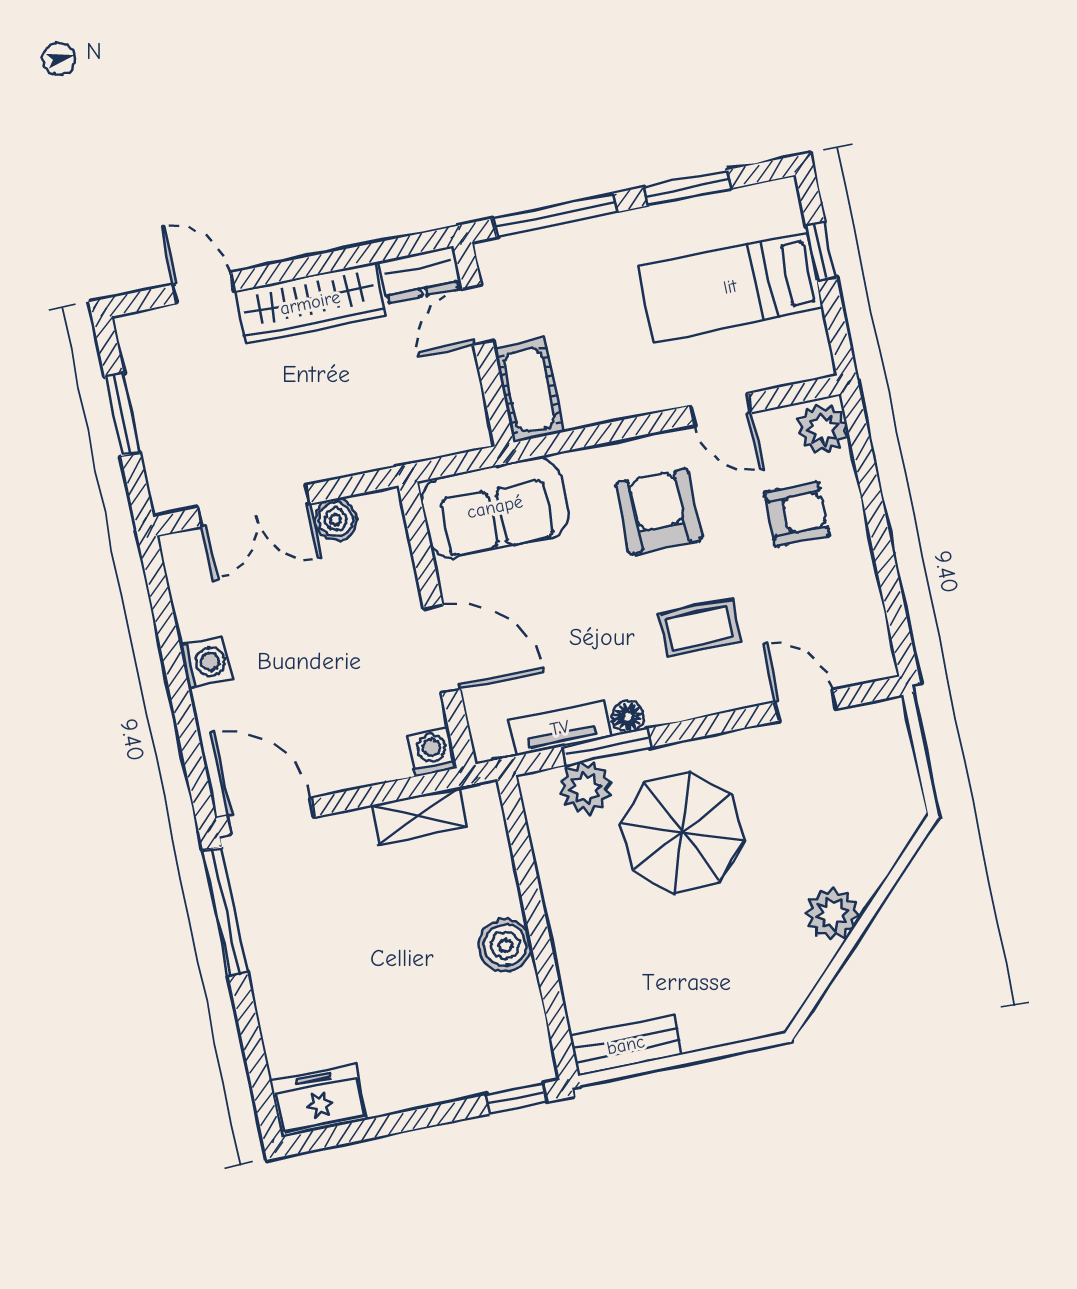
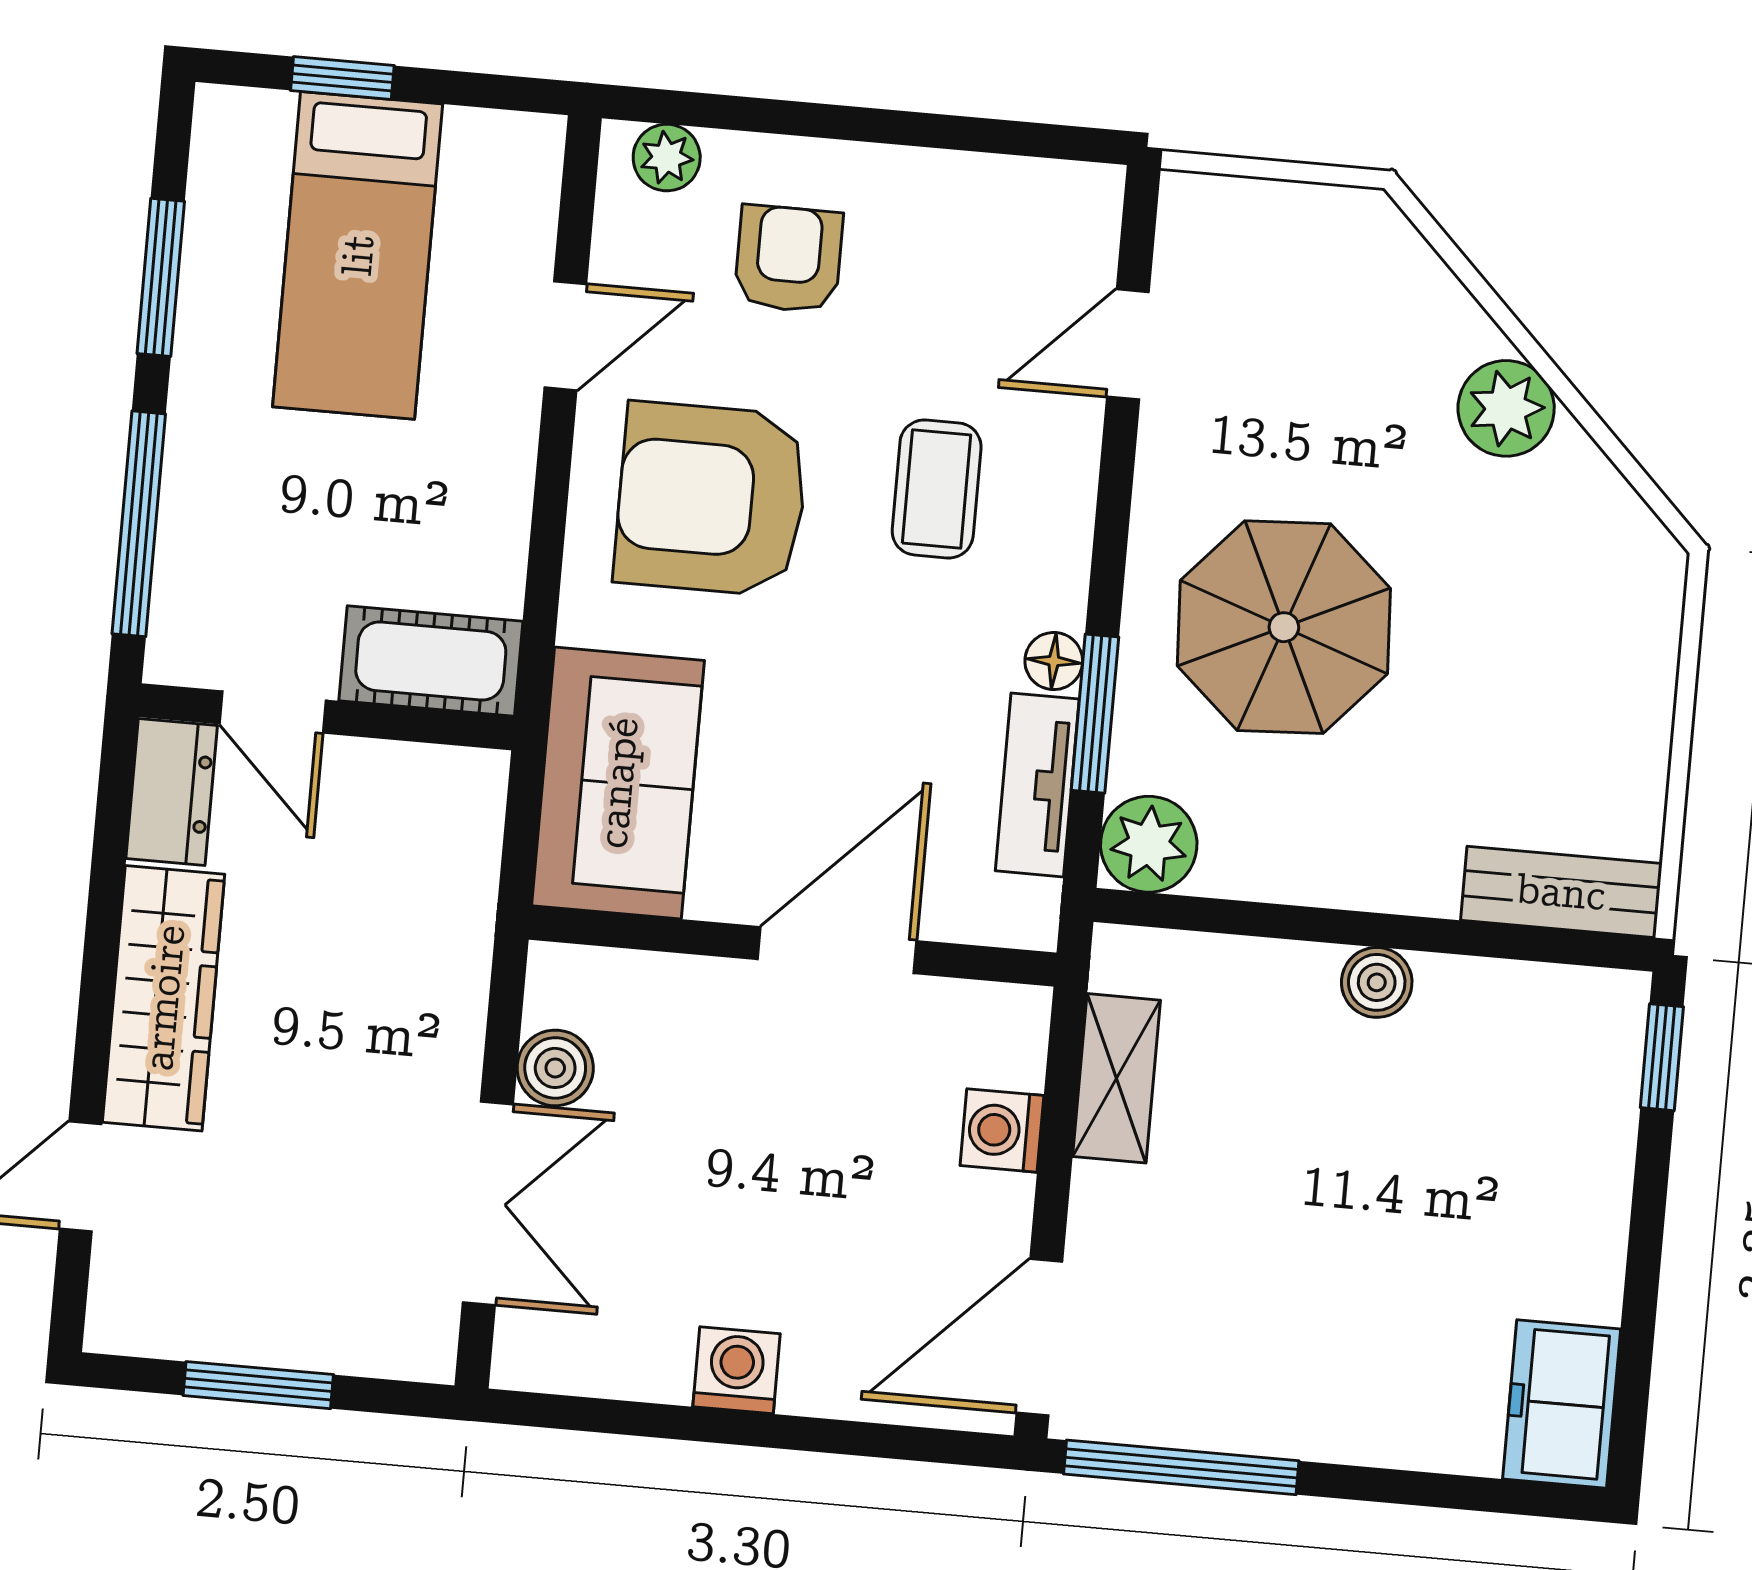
plant: (823, 429) -> (667, 158), width x0.73, depth x0.73
armchair: (659, 511) -> (711, 499), width x1.36, depth x1.36
washing machine: (432, 752) -> (1002, 1130), moved
plant: (585, 788) -> (1149, 844), moved
boiler: (505, 945) -> (1377, 982), width x0.73, depth x0.73
bench: (626, 1045) -> (1561, 892), moved, turned 90

